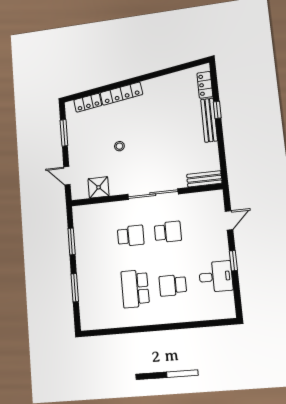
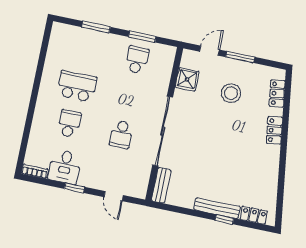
locker: (121, 94) -> (274, 130), width x0.66
window: (64, 133) -> (240, 57), moved
stool: (119, 146) -> (231, 93), moved, width x1.89, depth x1.89
sliding door: (153, 194) -> (163, 131), width x1.36
school desk: (131, 236) -> (137, 60), moved, turned 180
bookcase: (230, 305) -> (35, 171), added

